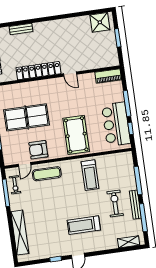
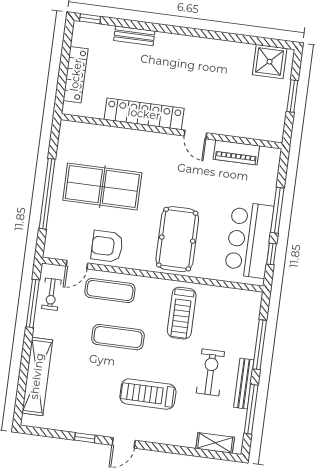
piano: (108, 76) -> (236, 152), moved
exercise mat: (58, 198) -> (118, 337), added

